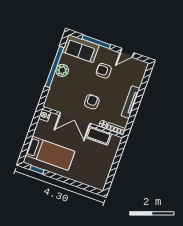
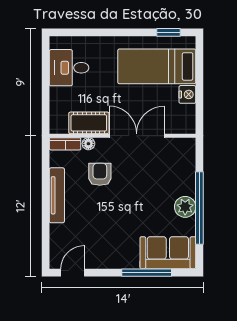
door: (127, 53) -> (73, 273), moved
armchair: (104, 71) -> (118, 230), removed
armchair: (92, 102) -> (100, 174), moved, turned 180
nightstand: (45, 115) -> (187, 94), moved
desk: (99, 170) -> (69, 68), added

